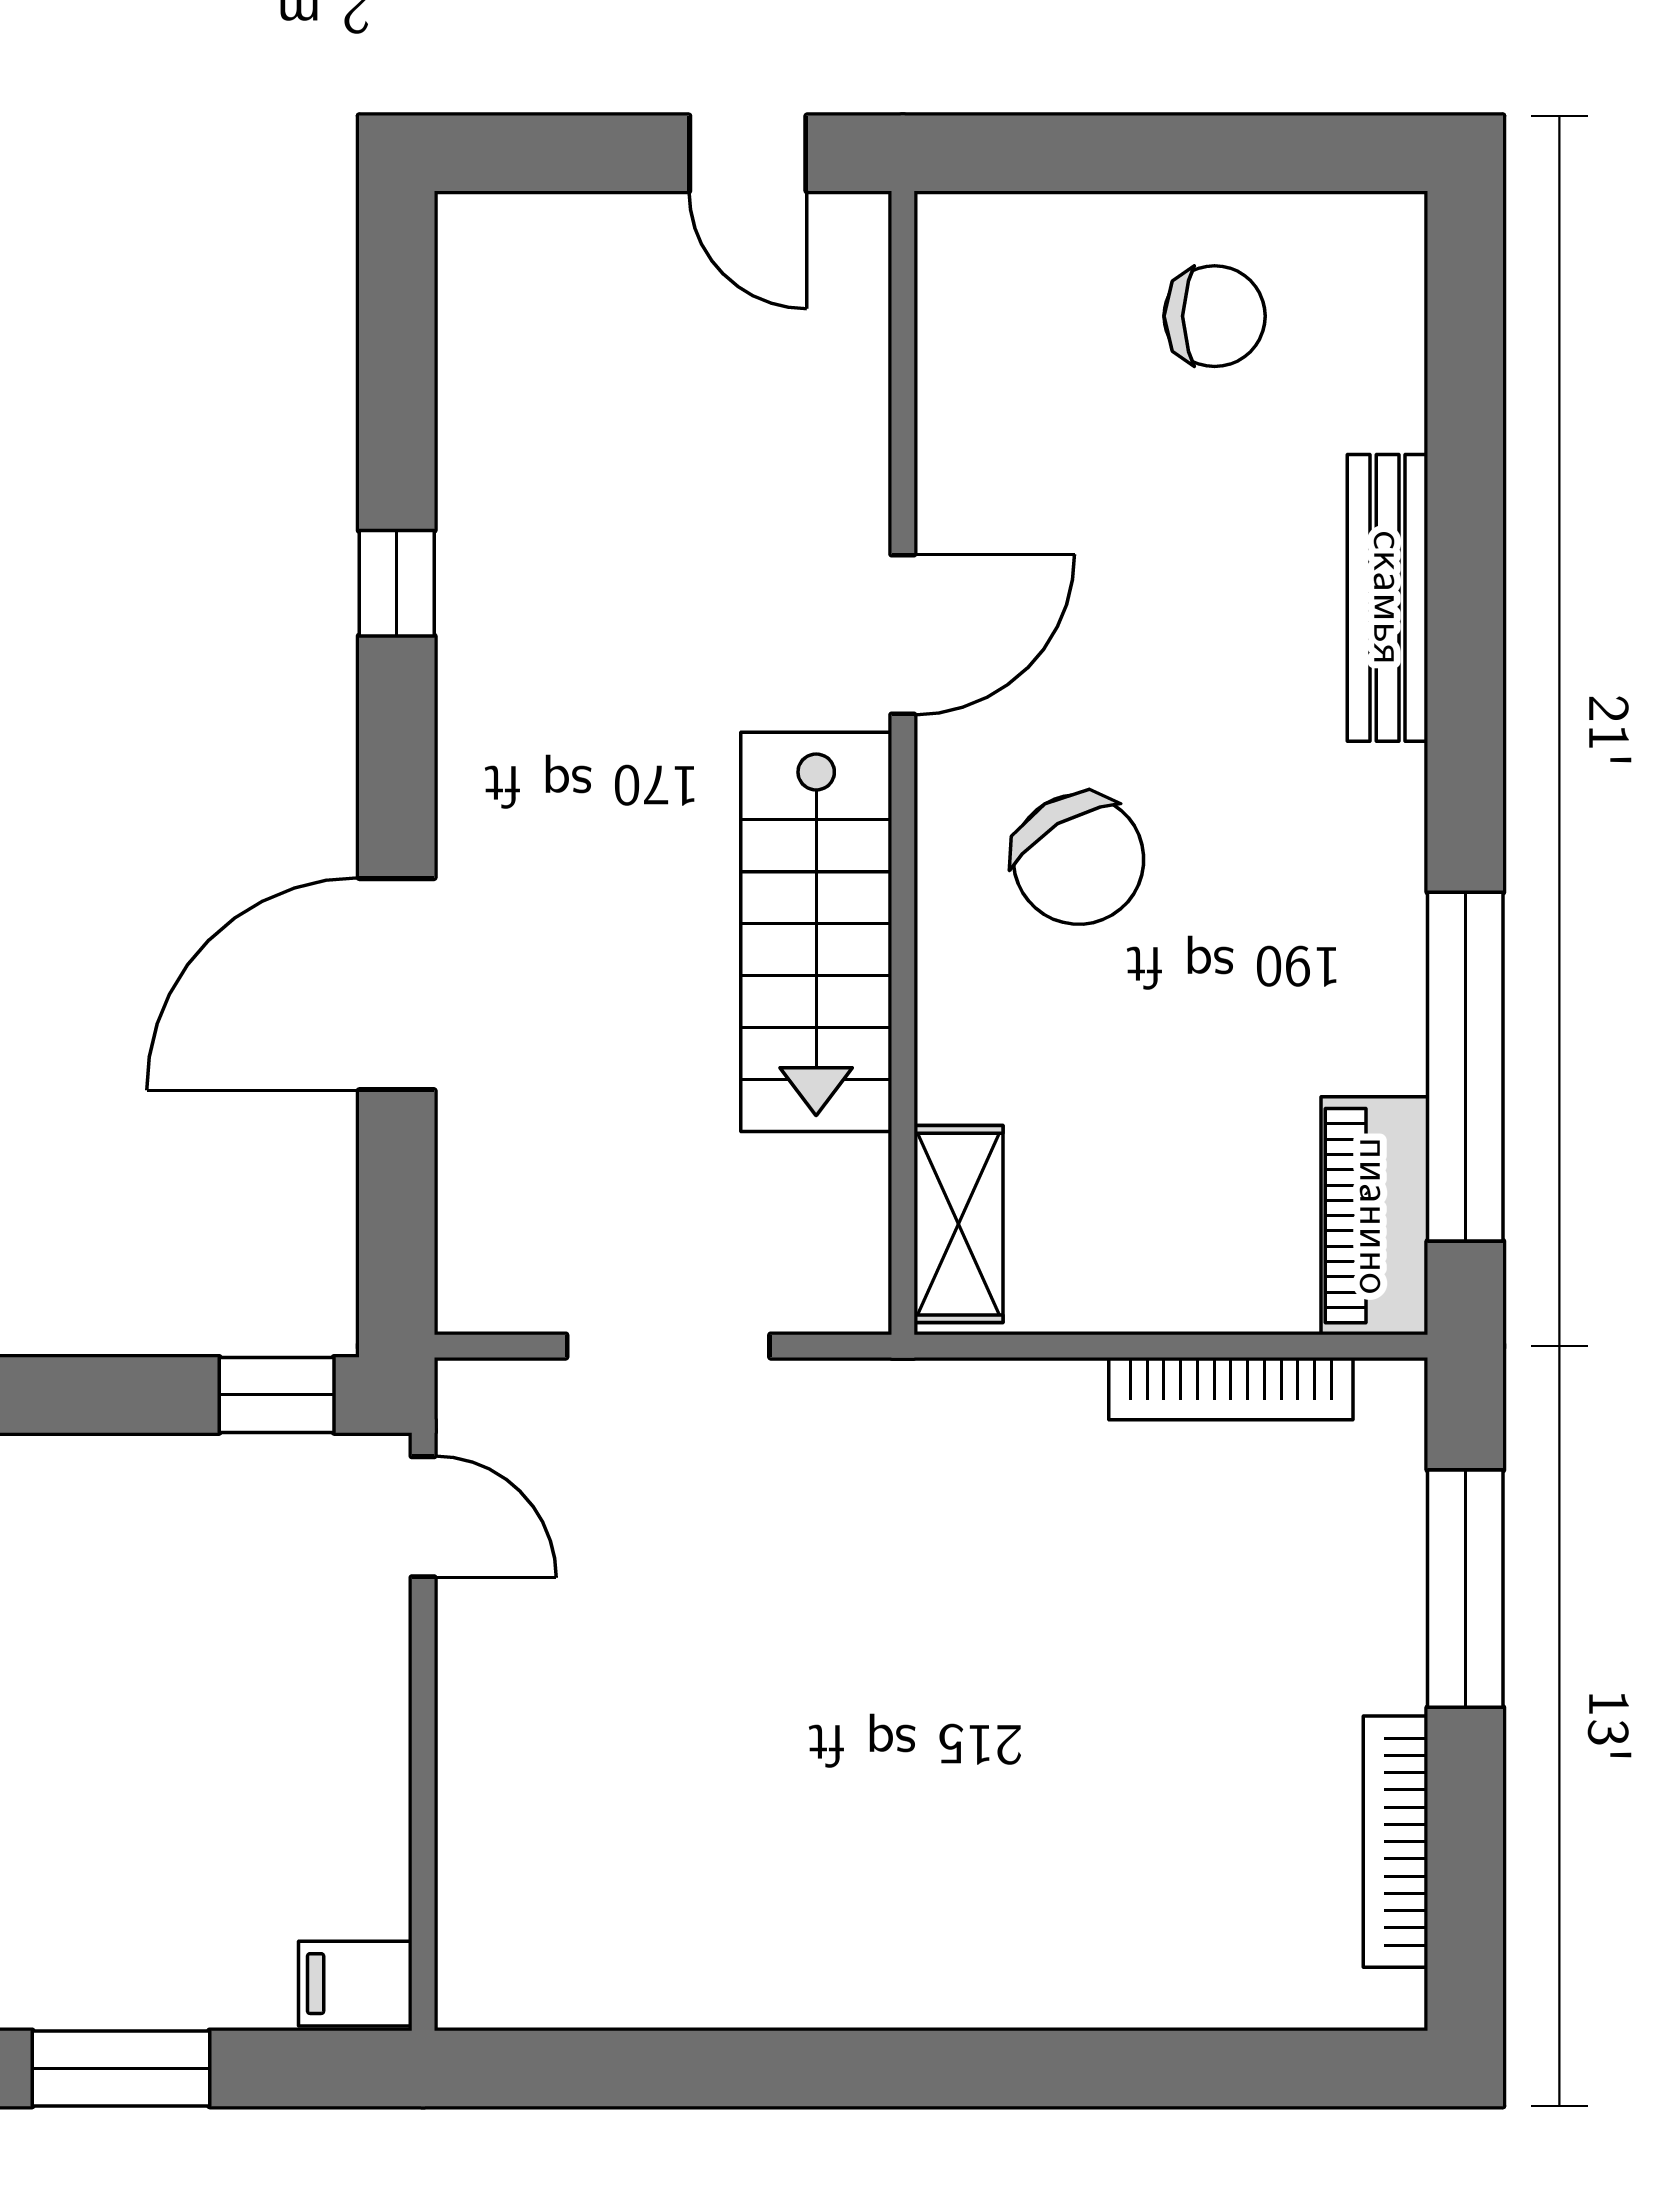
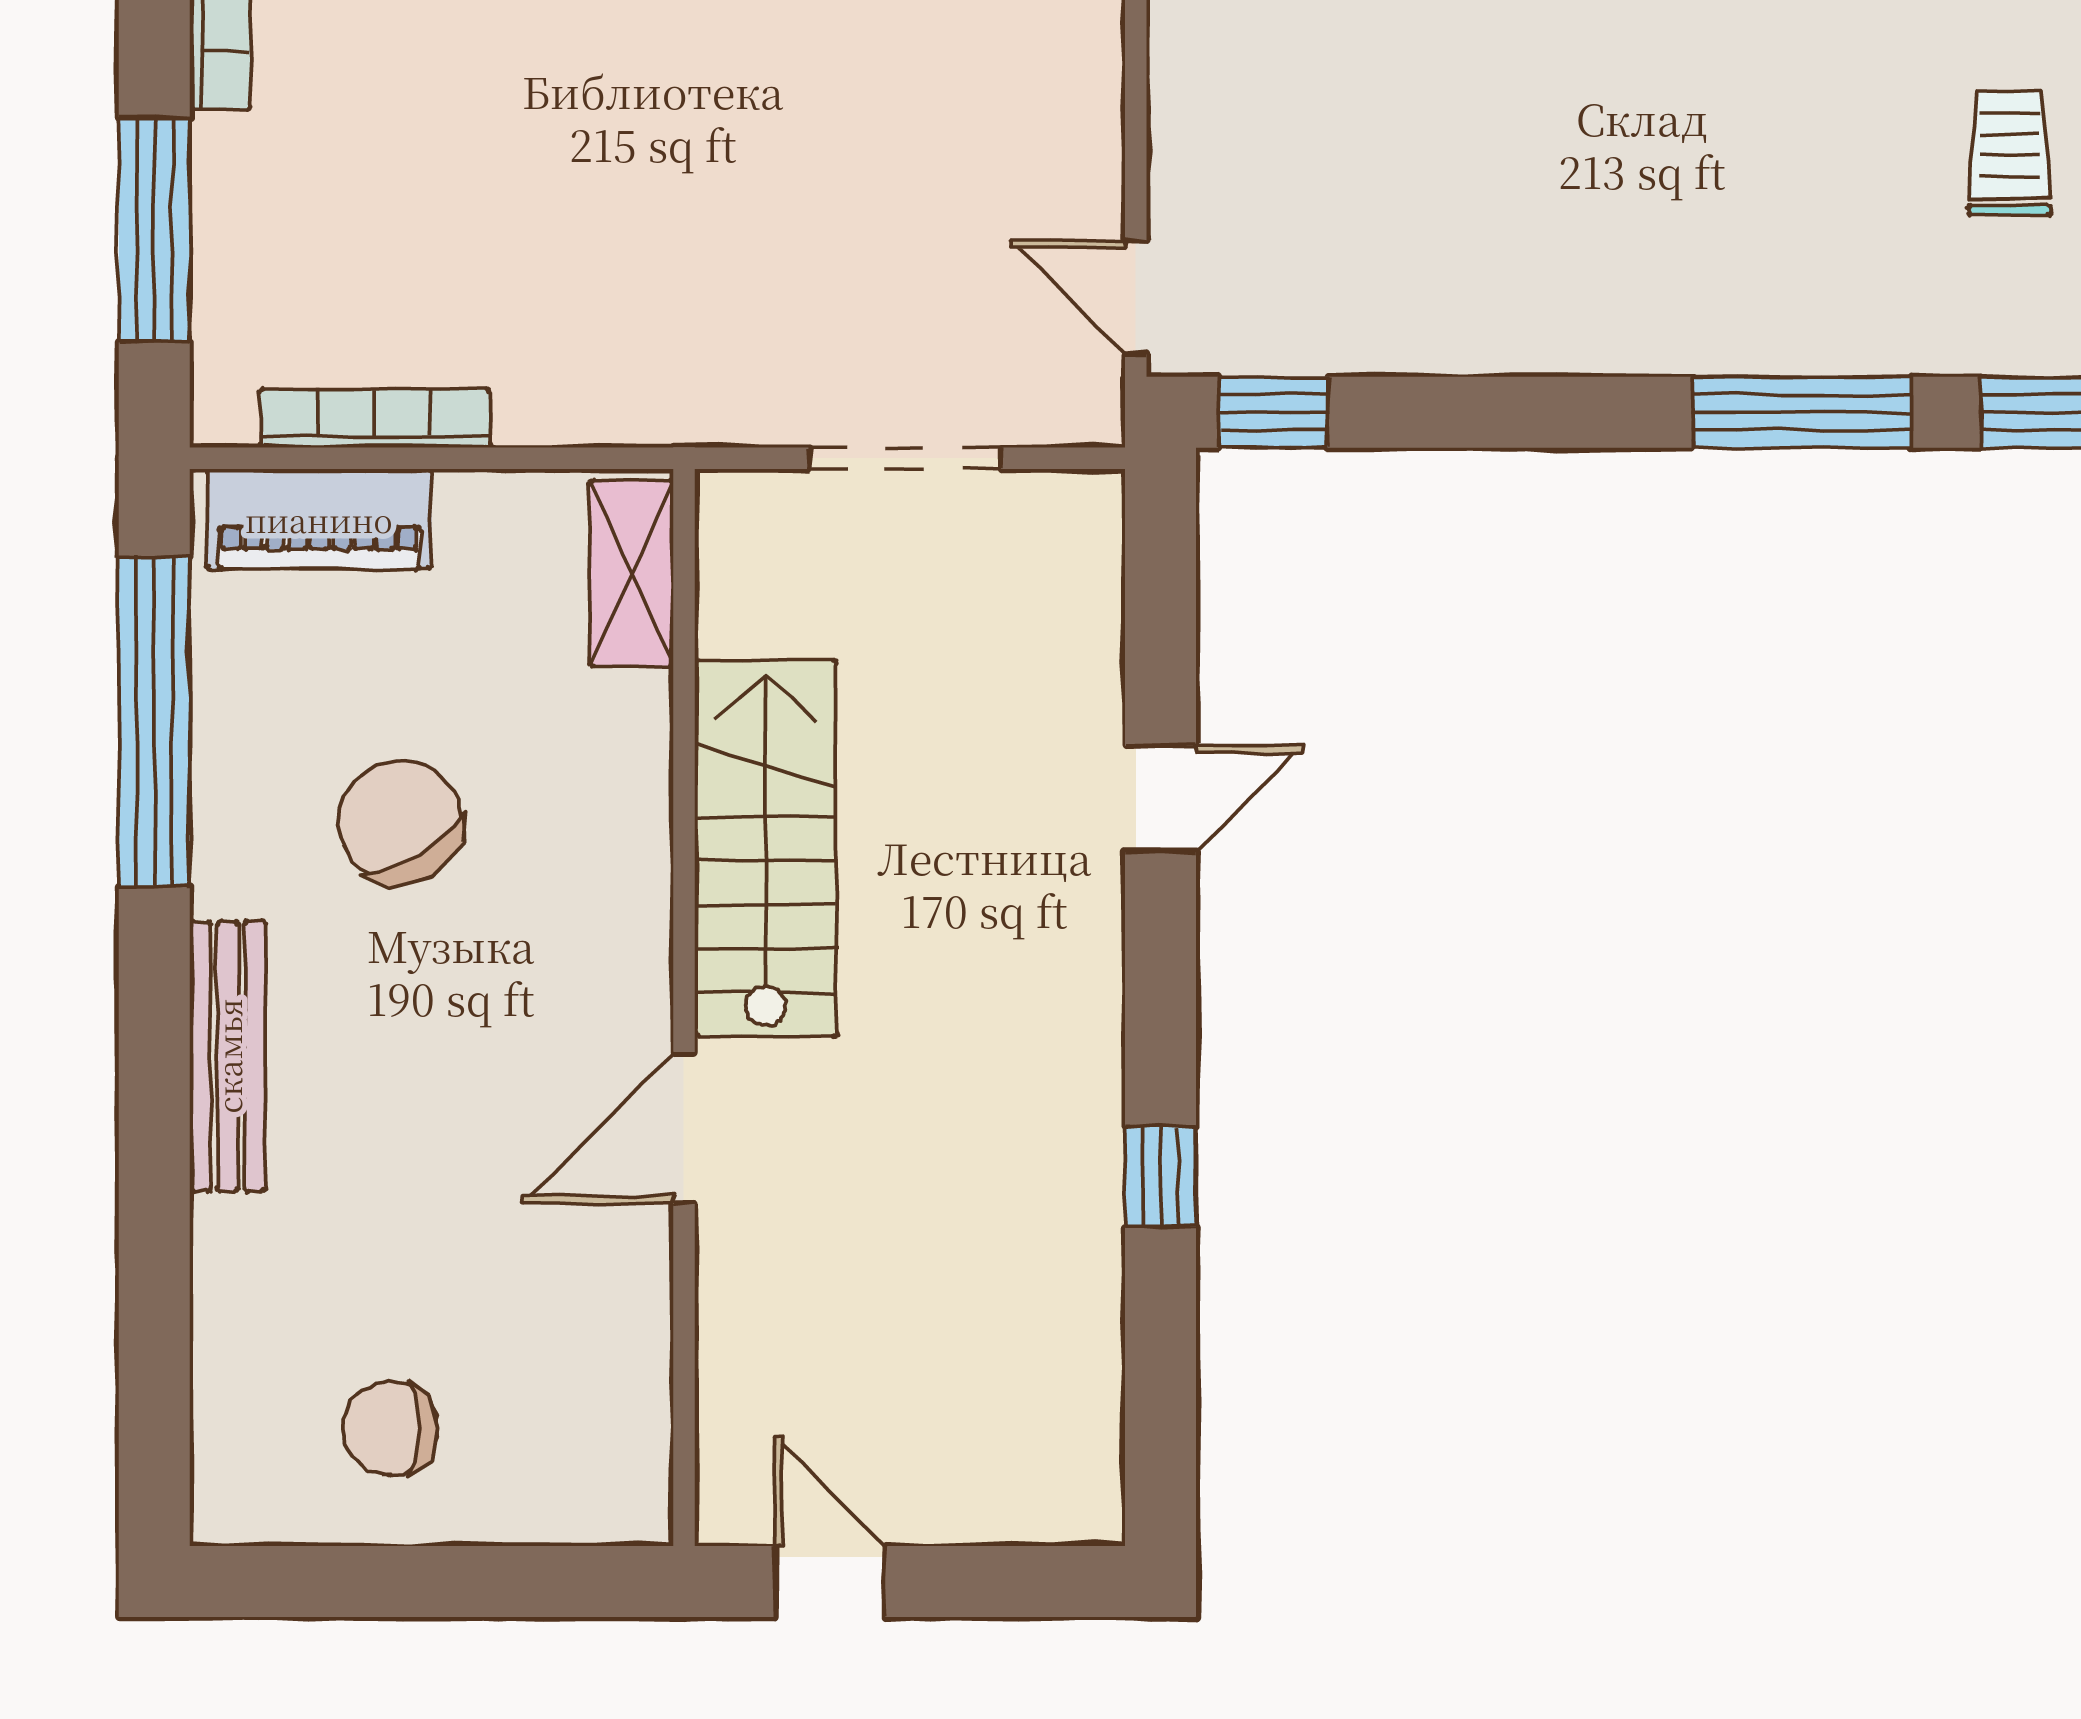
bench: (1388, 598) -> (228, 1056), moved
chair: (1079, 859) -> (400, 822), moved
door: (397, 984) -> (1161, 799), width x0.53
piano: (1374, 1216) -> (319, 519), moved, turned 90

